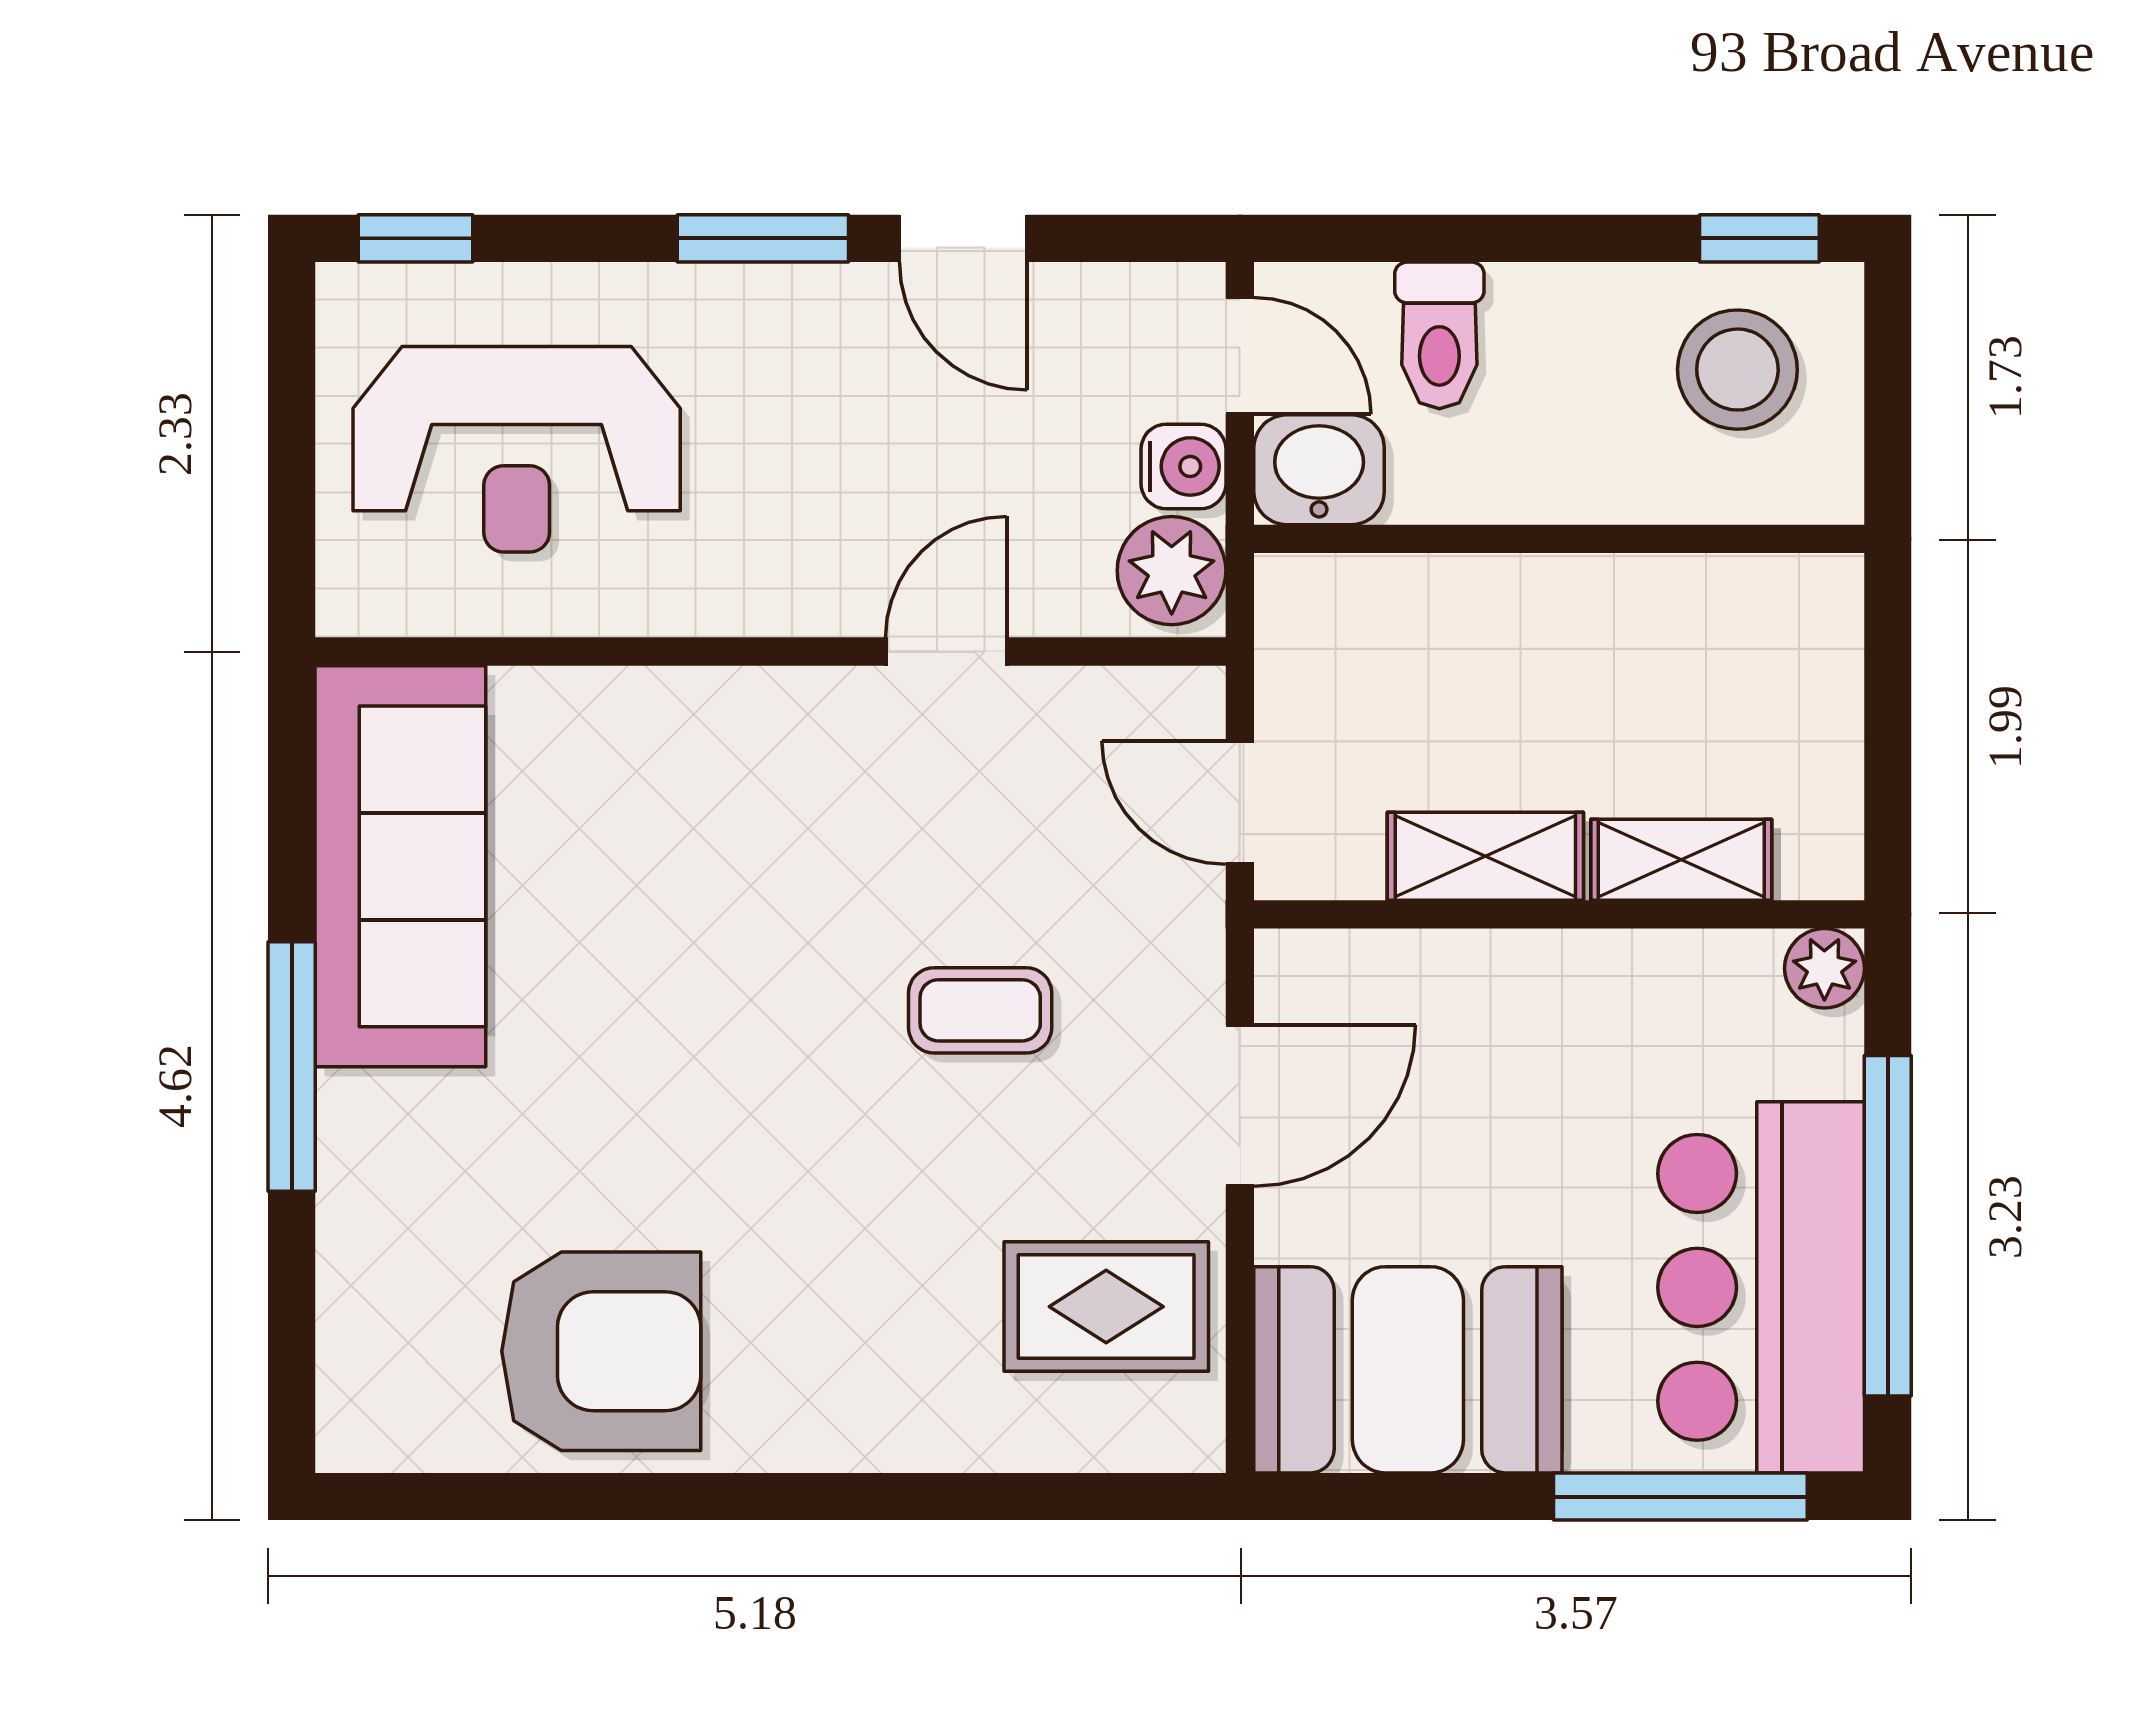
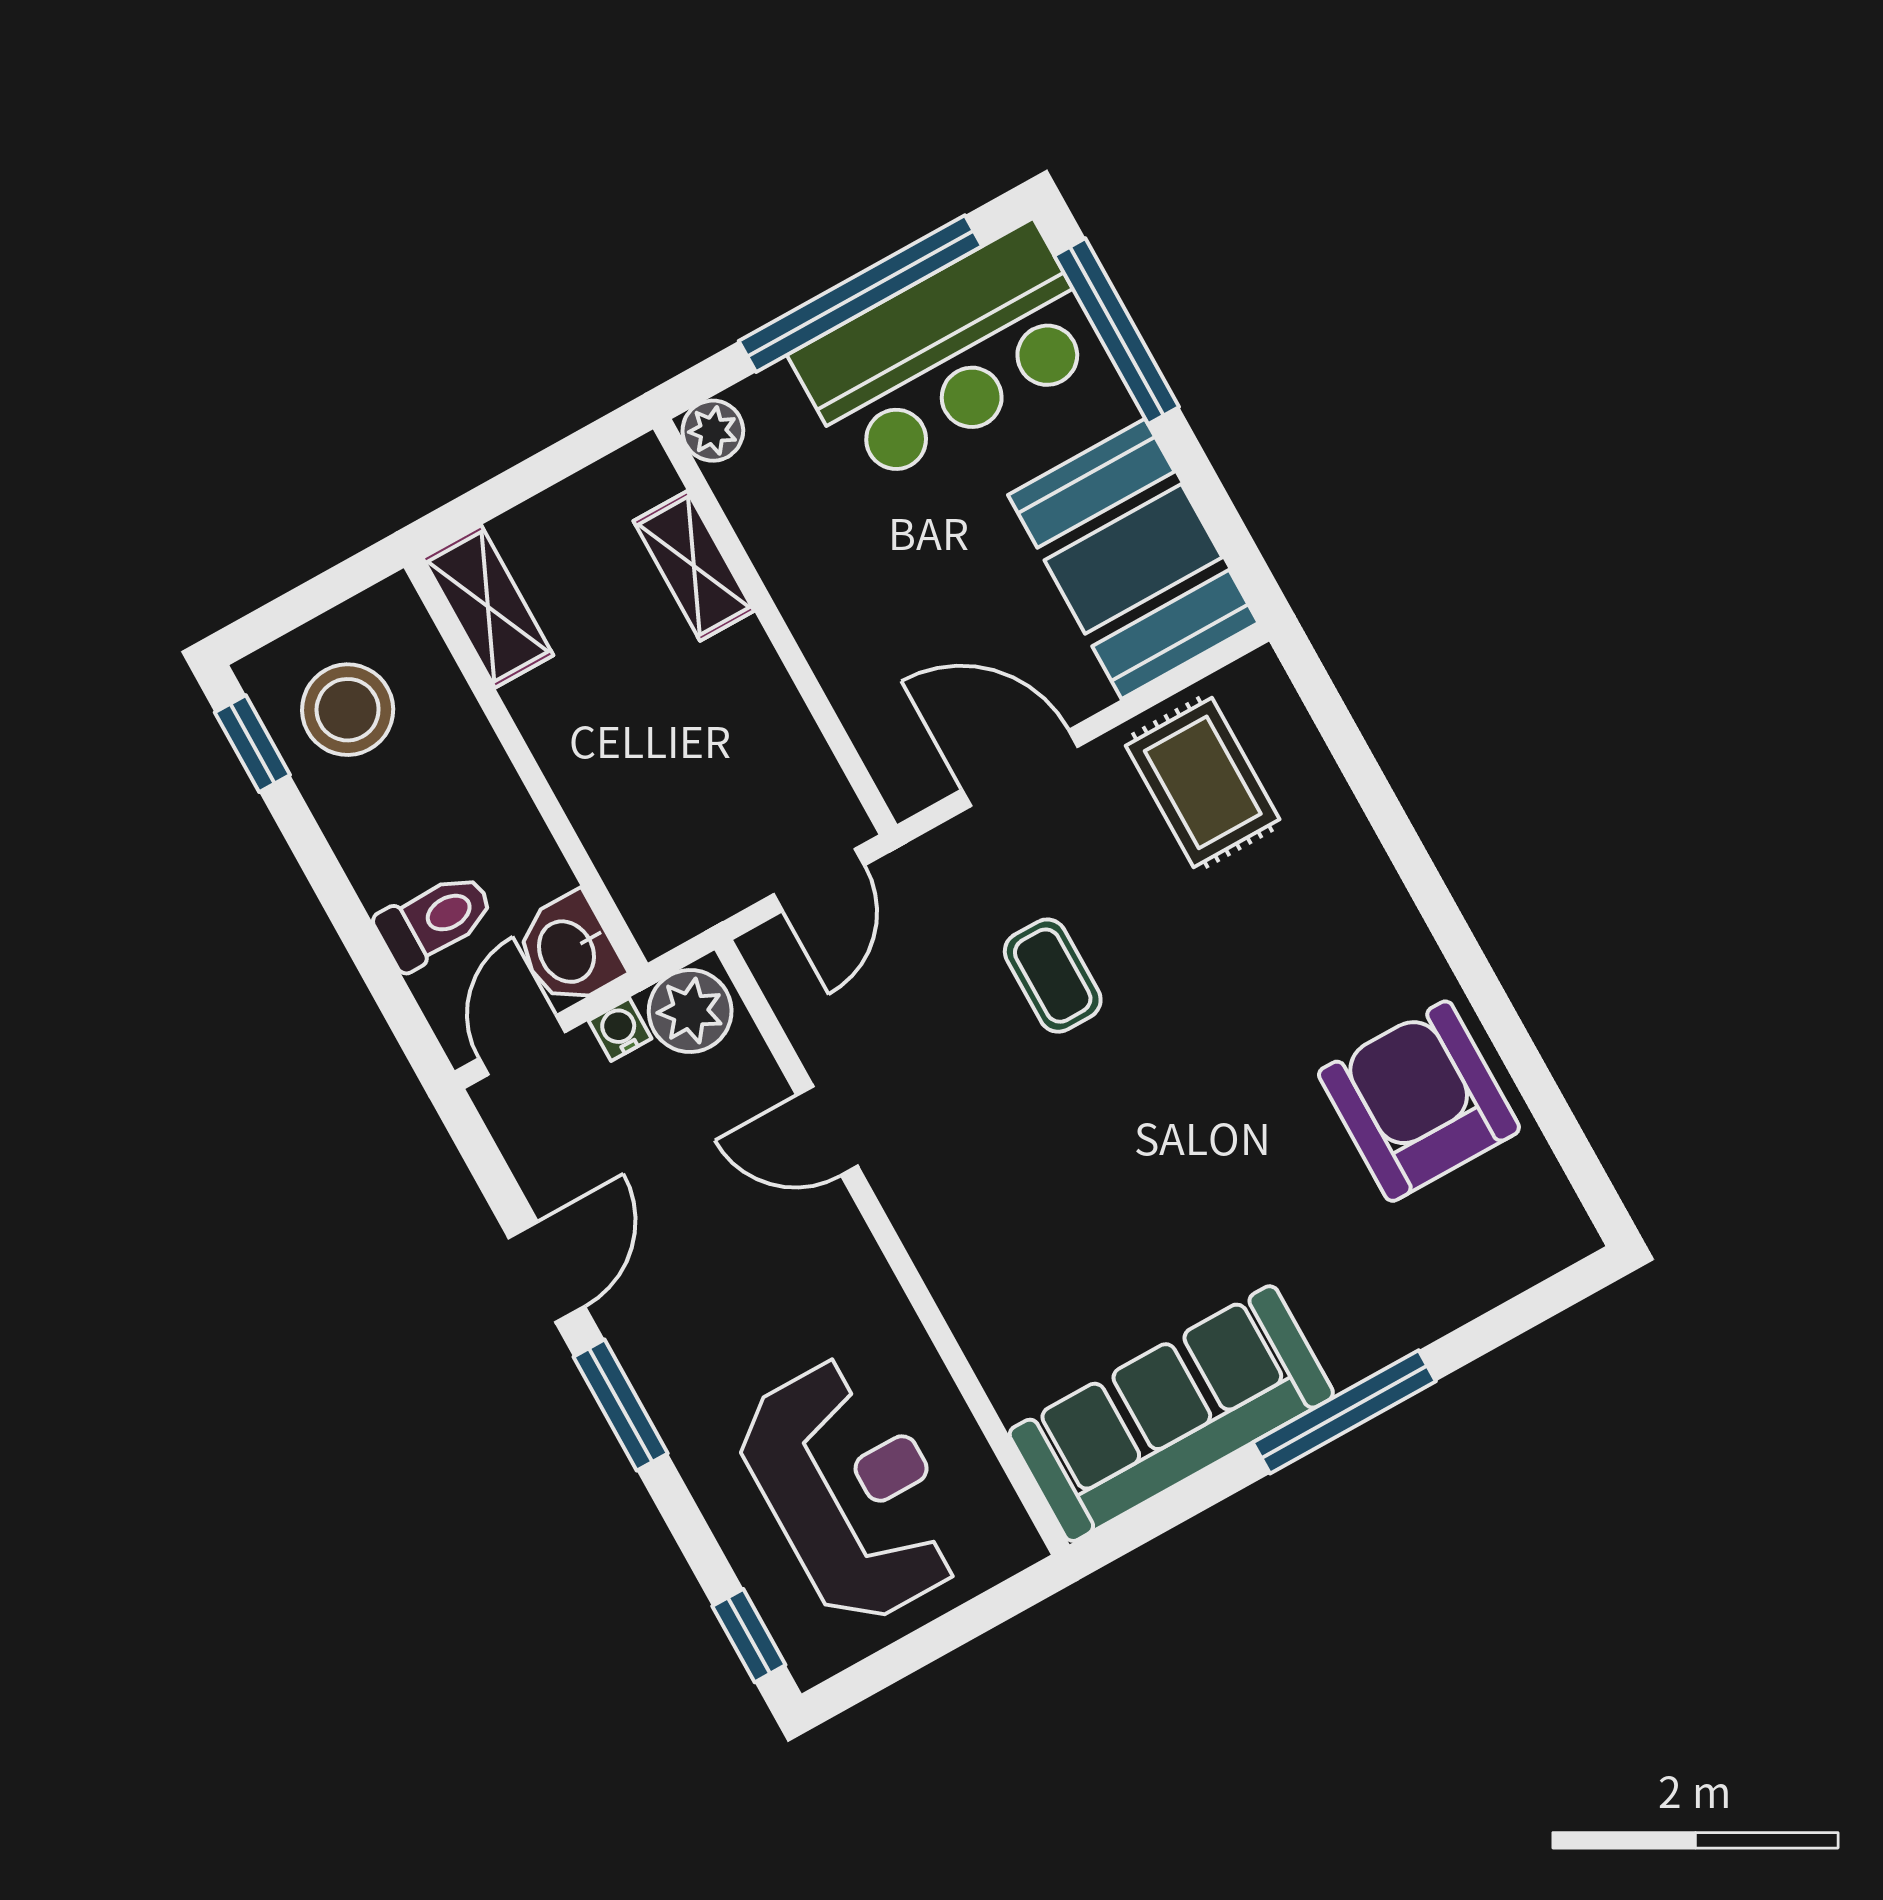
water cooler: (1183, 466) -> (620, 1029), width x0.72, depth x0.72
shelving: (1485, 856) -> (488, 606), moved

